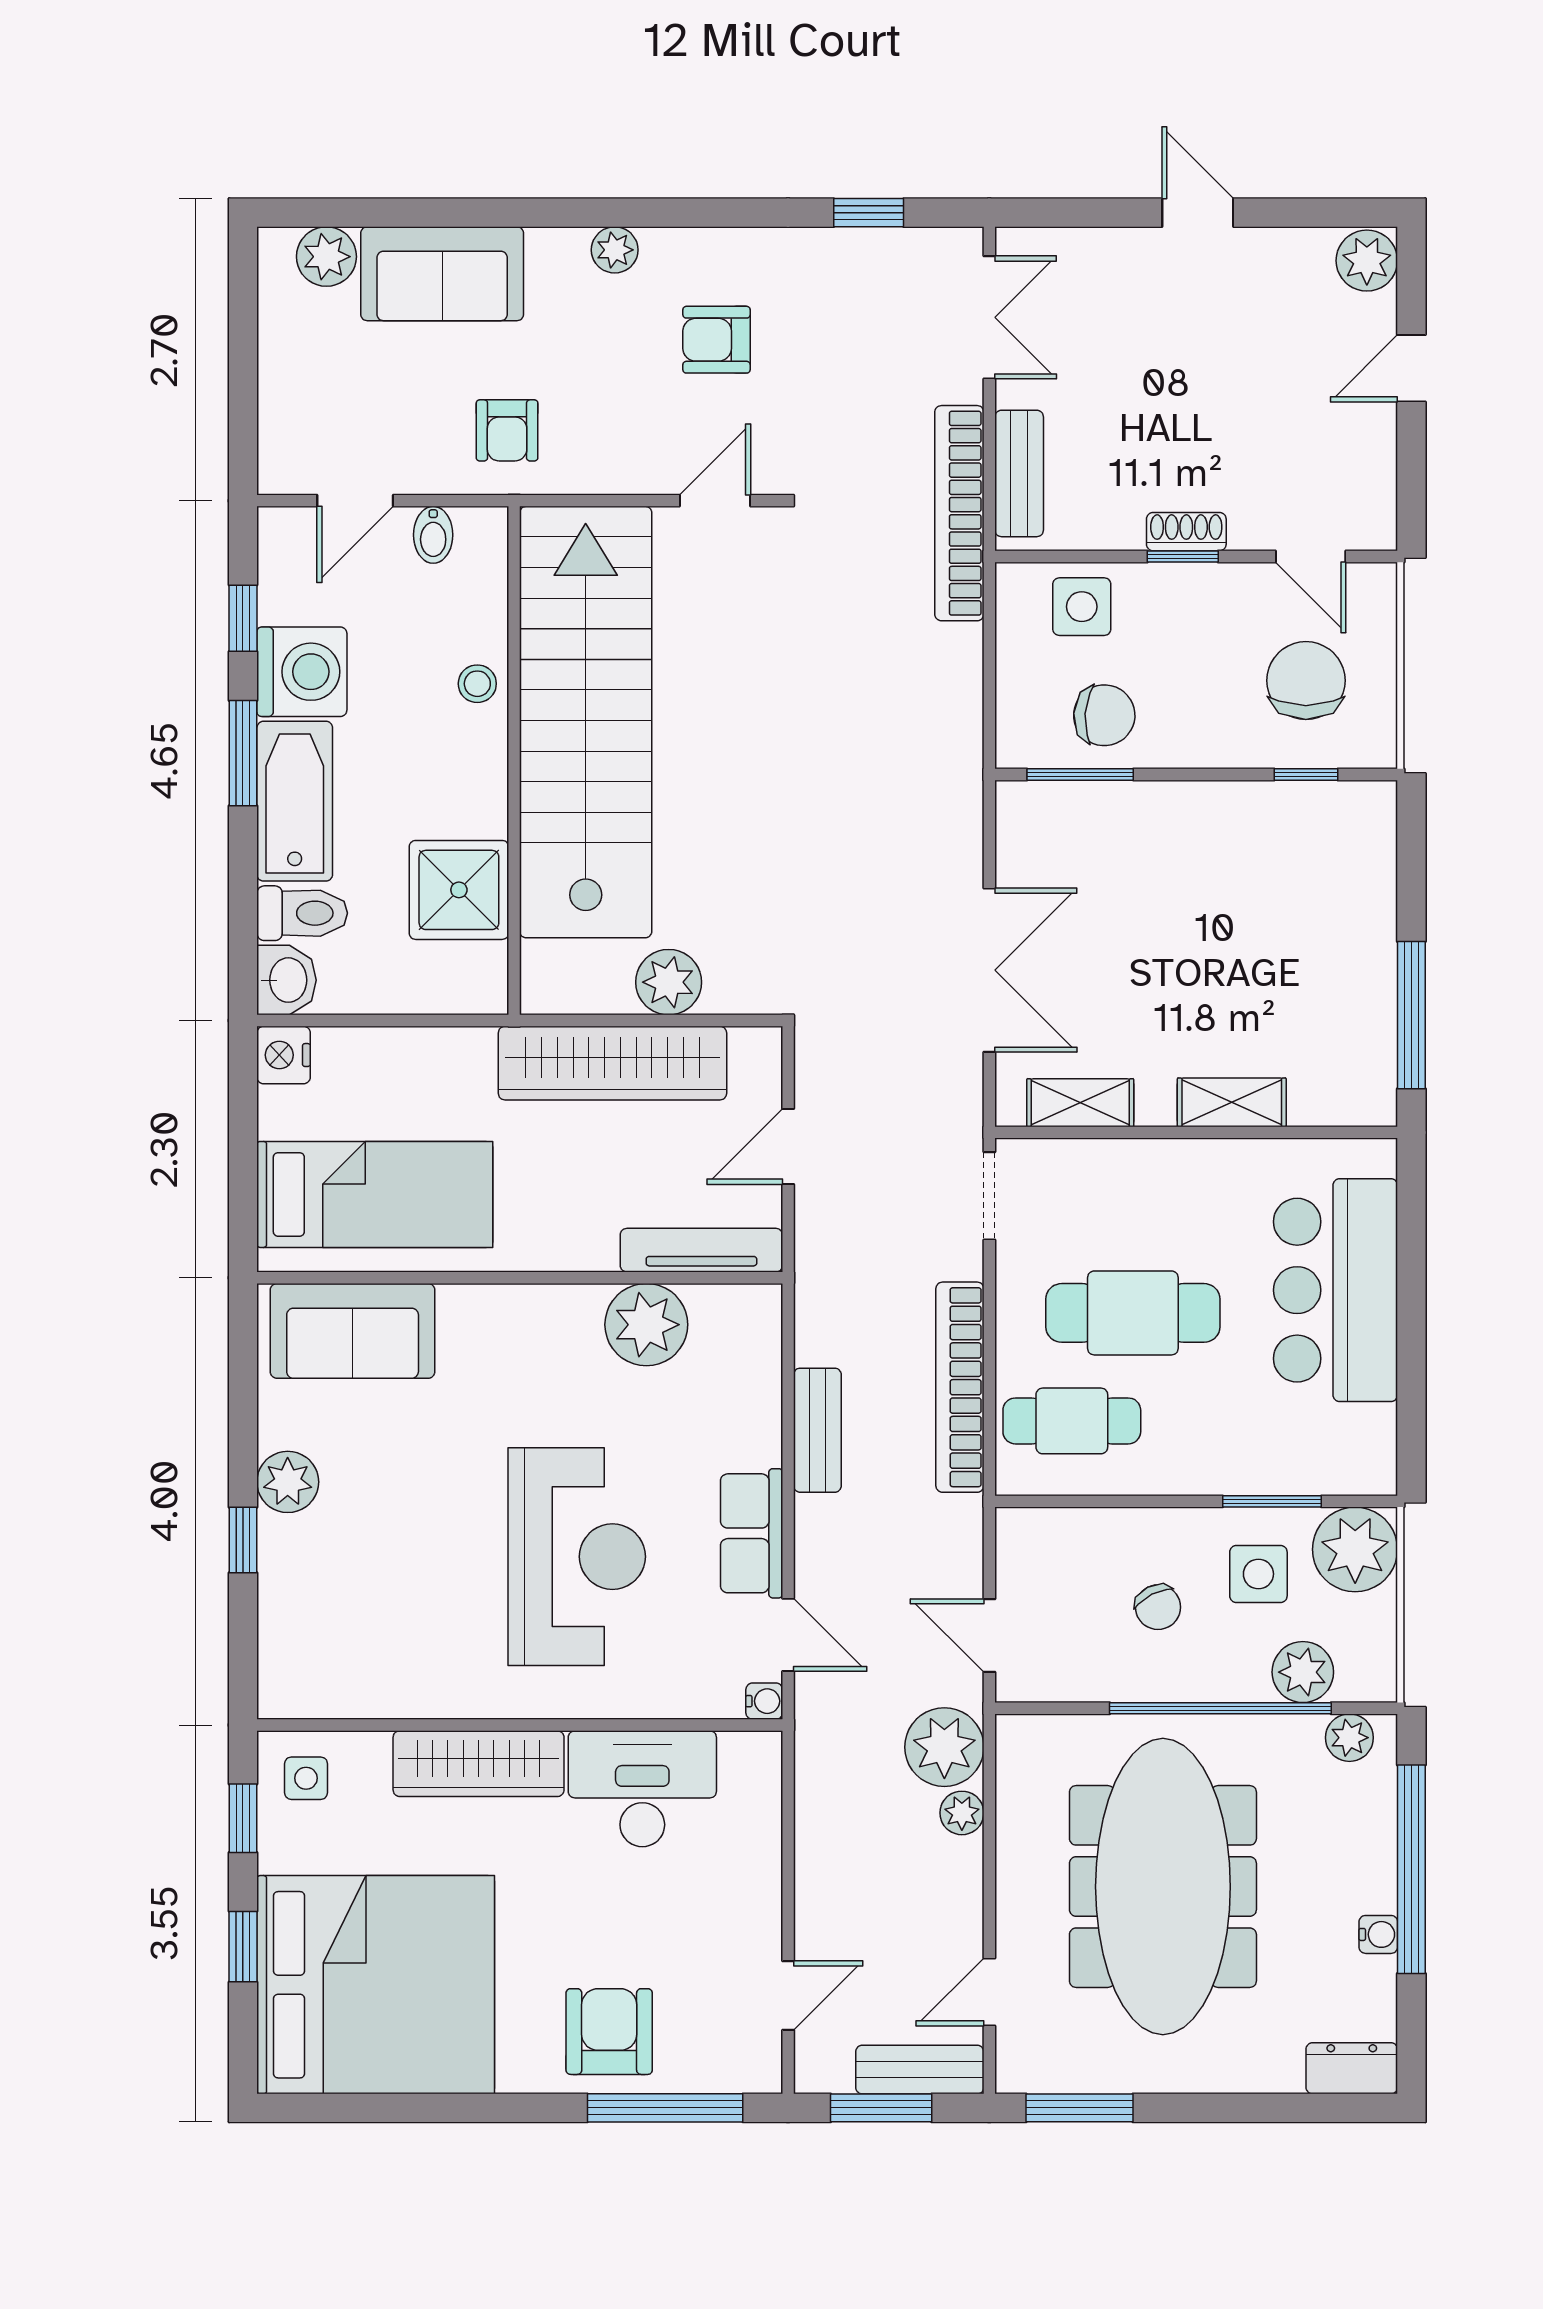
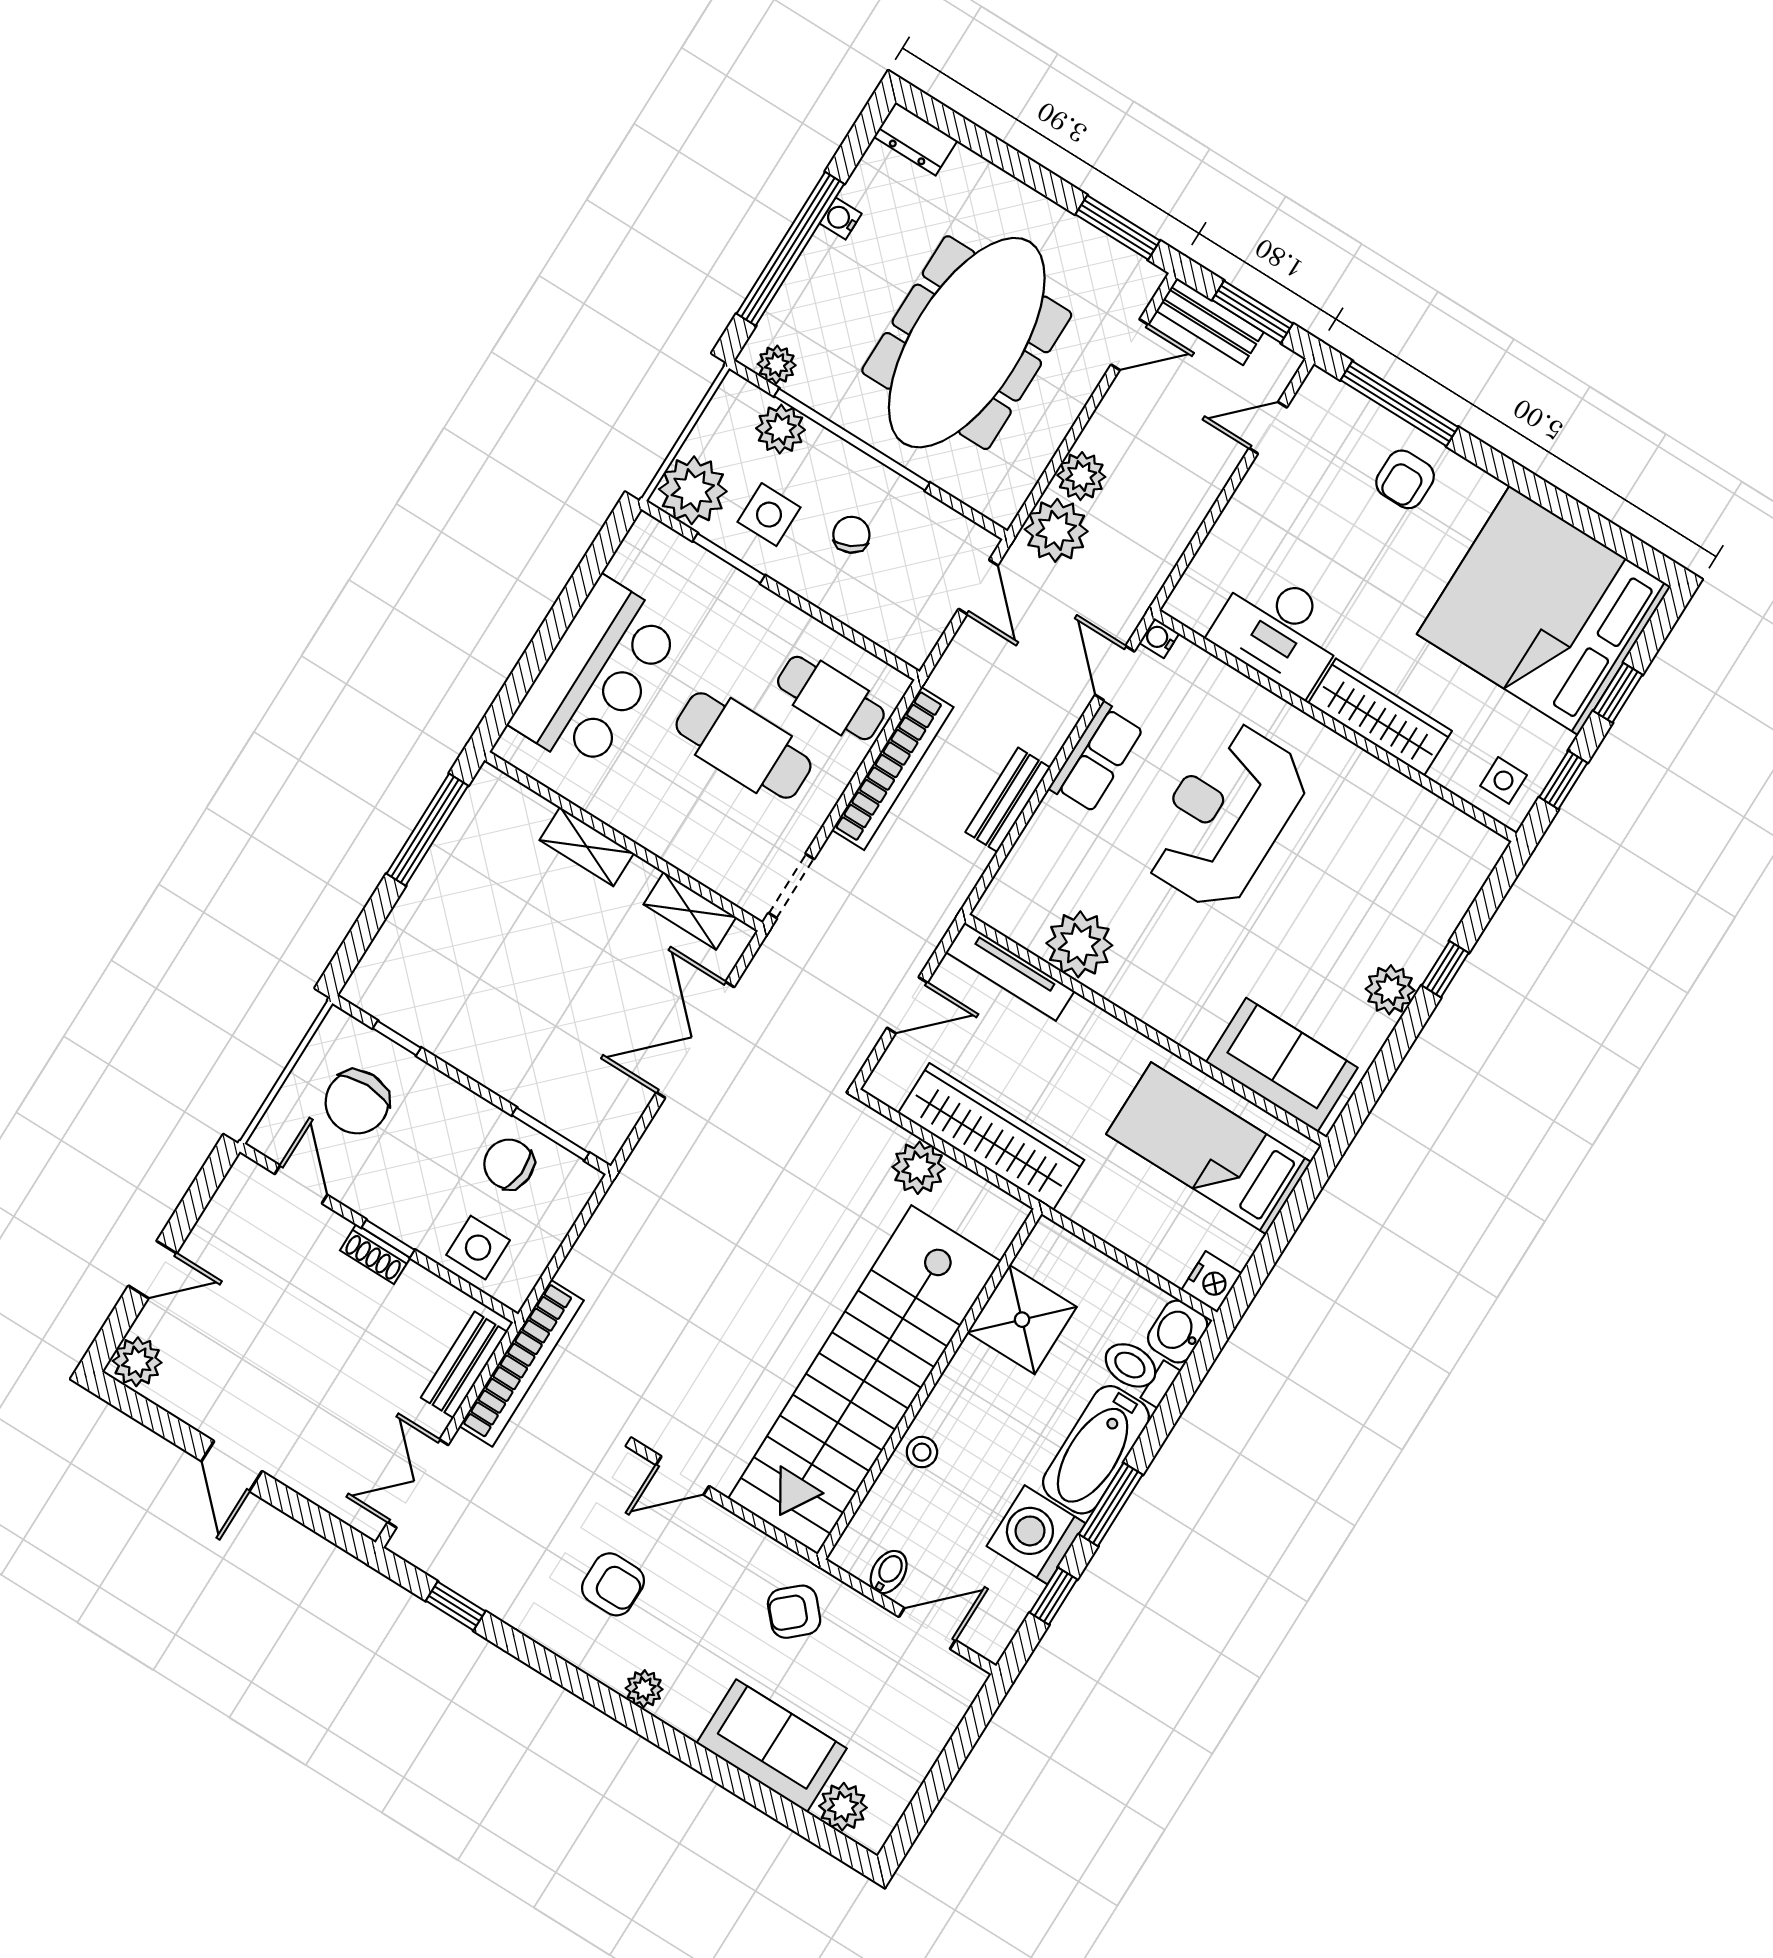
armchair: (507, 430) -> (794, 1612), turned -132
plant: (962, 1813) -> (1081, 476), width x1.38, depth x1.38
armchair: (609, 2032) -> (1405, 479), width x0.72, depth x0.72

